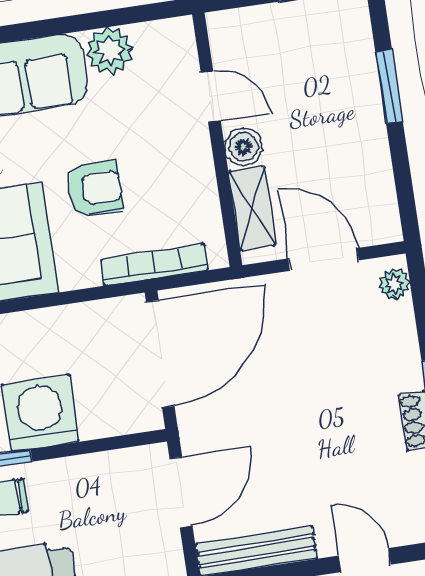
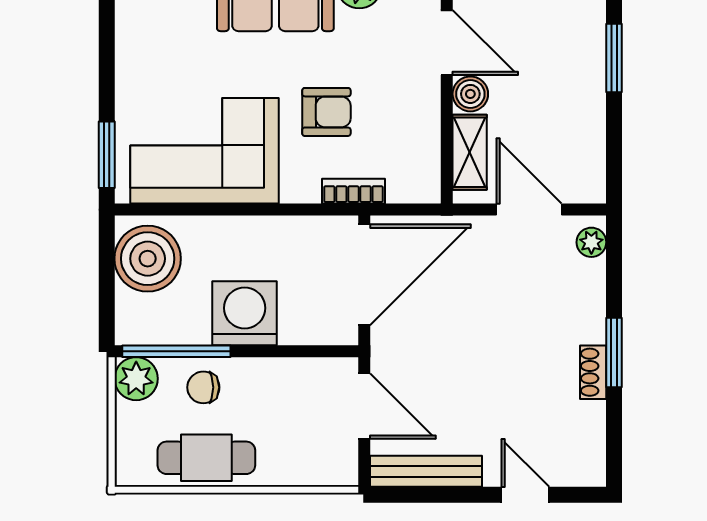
door: (211, 97) -> (447, 43), width x1.38
bookcase: (154, 265) -> (353, 191), width x0.64
door: (181, 492) -> (364, 406), hinge flipped

